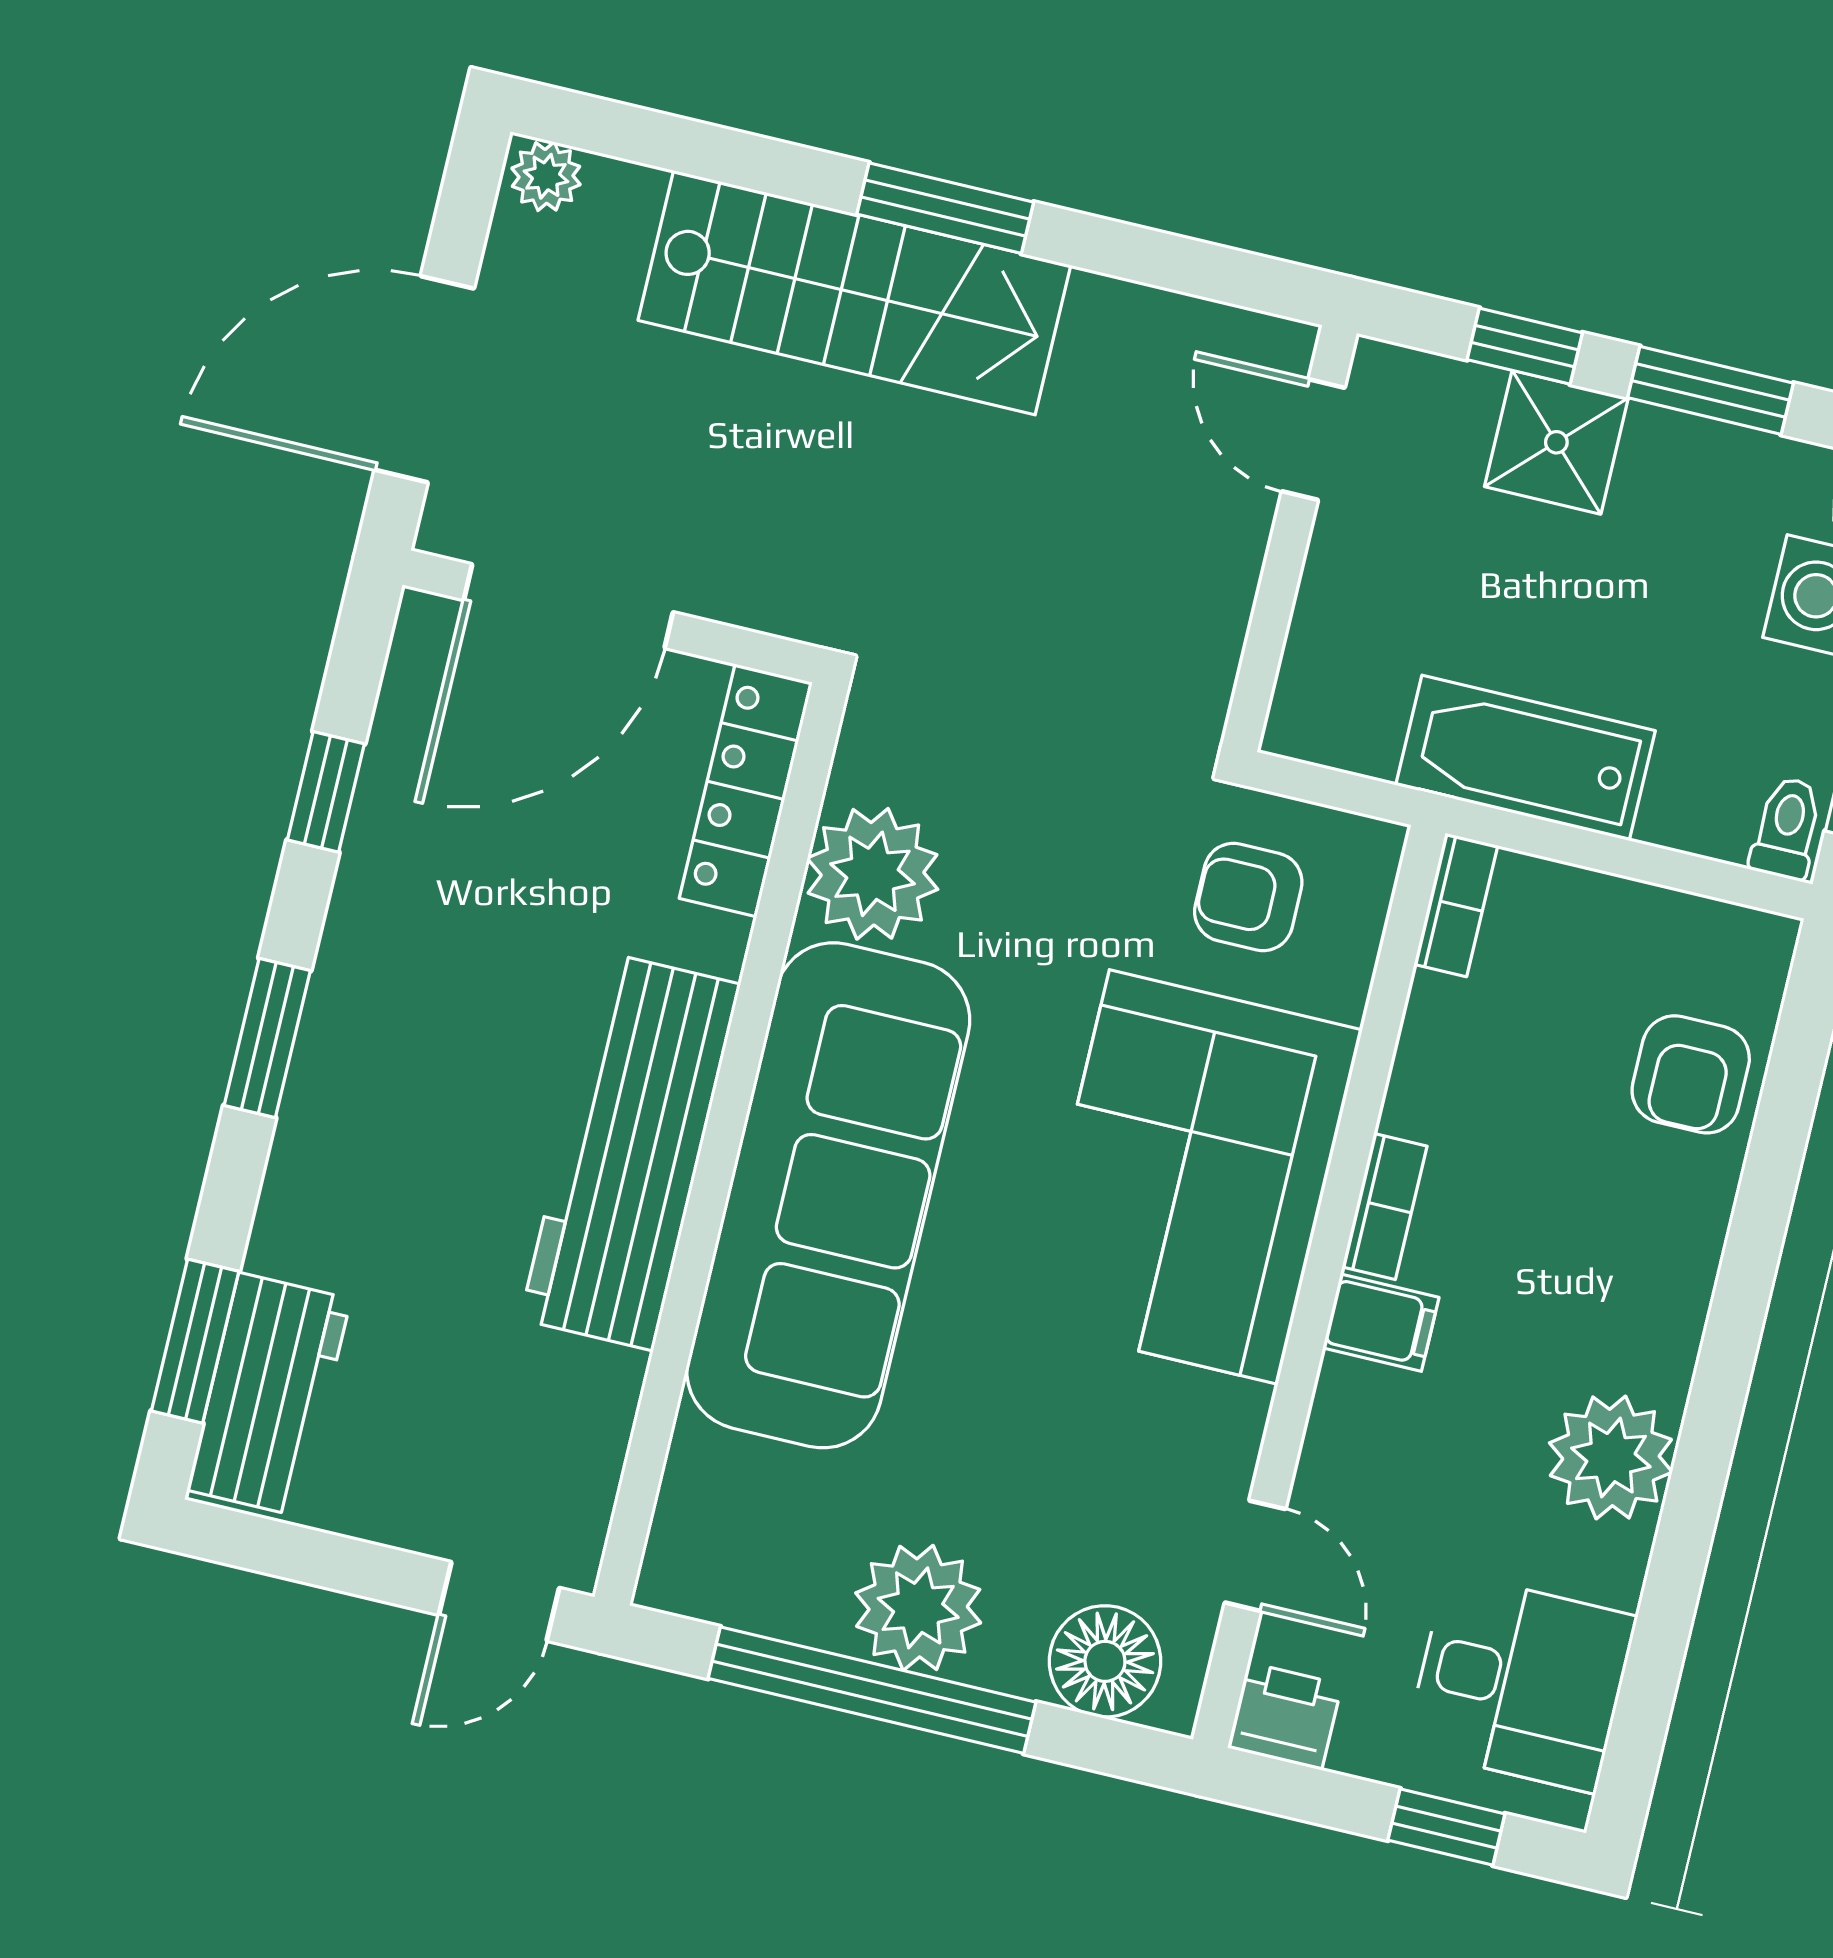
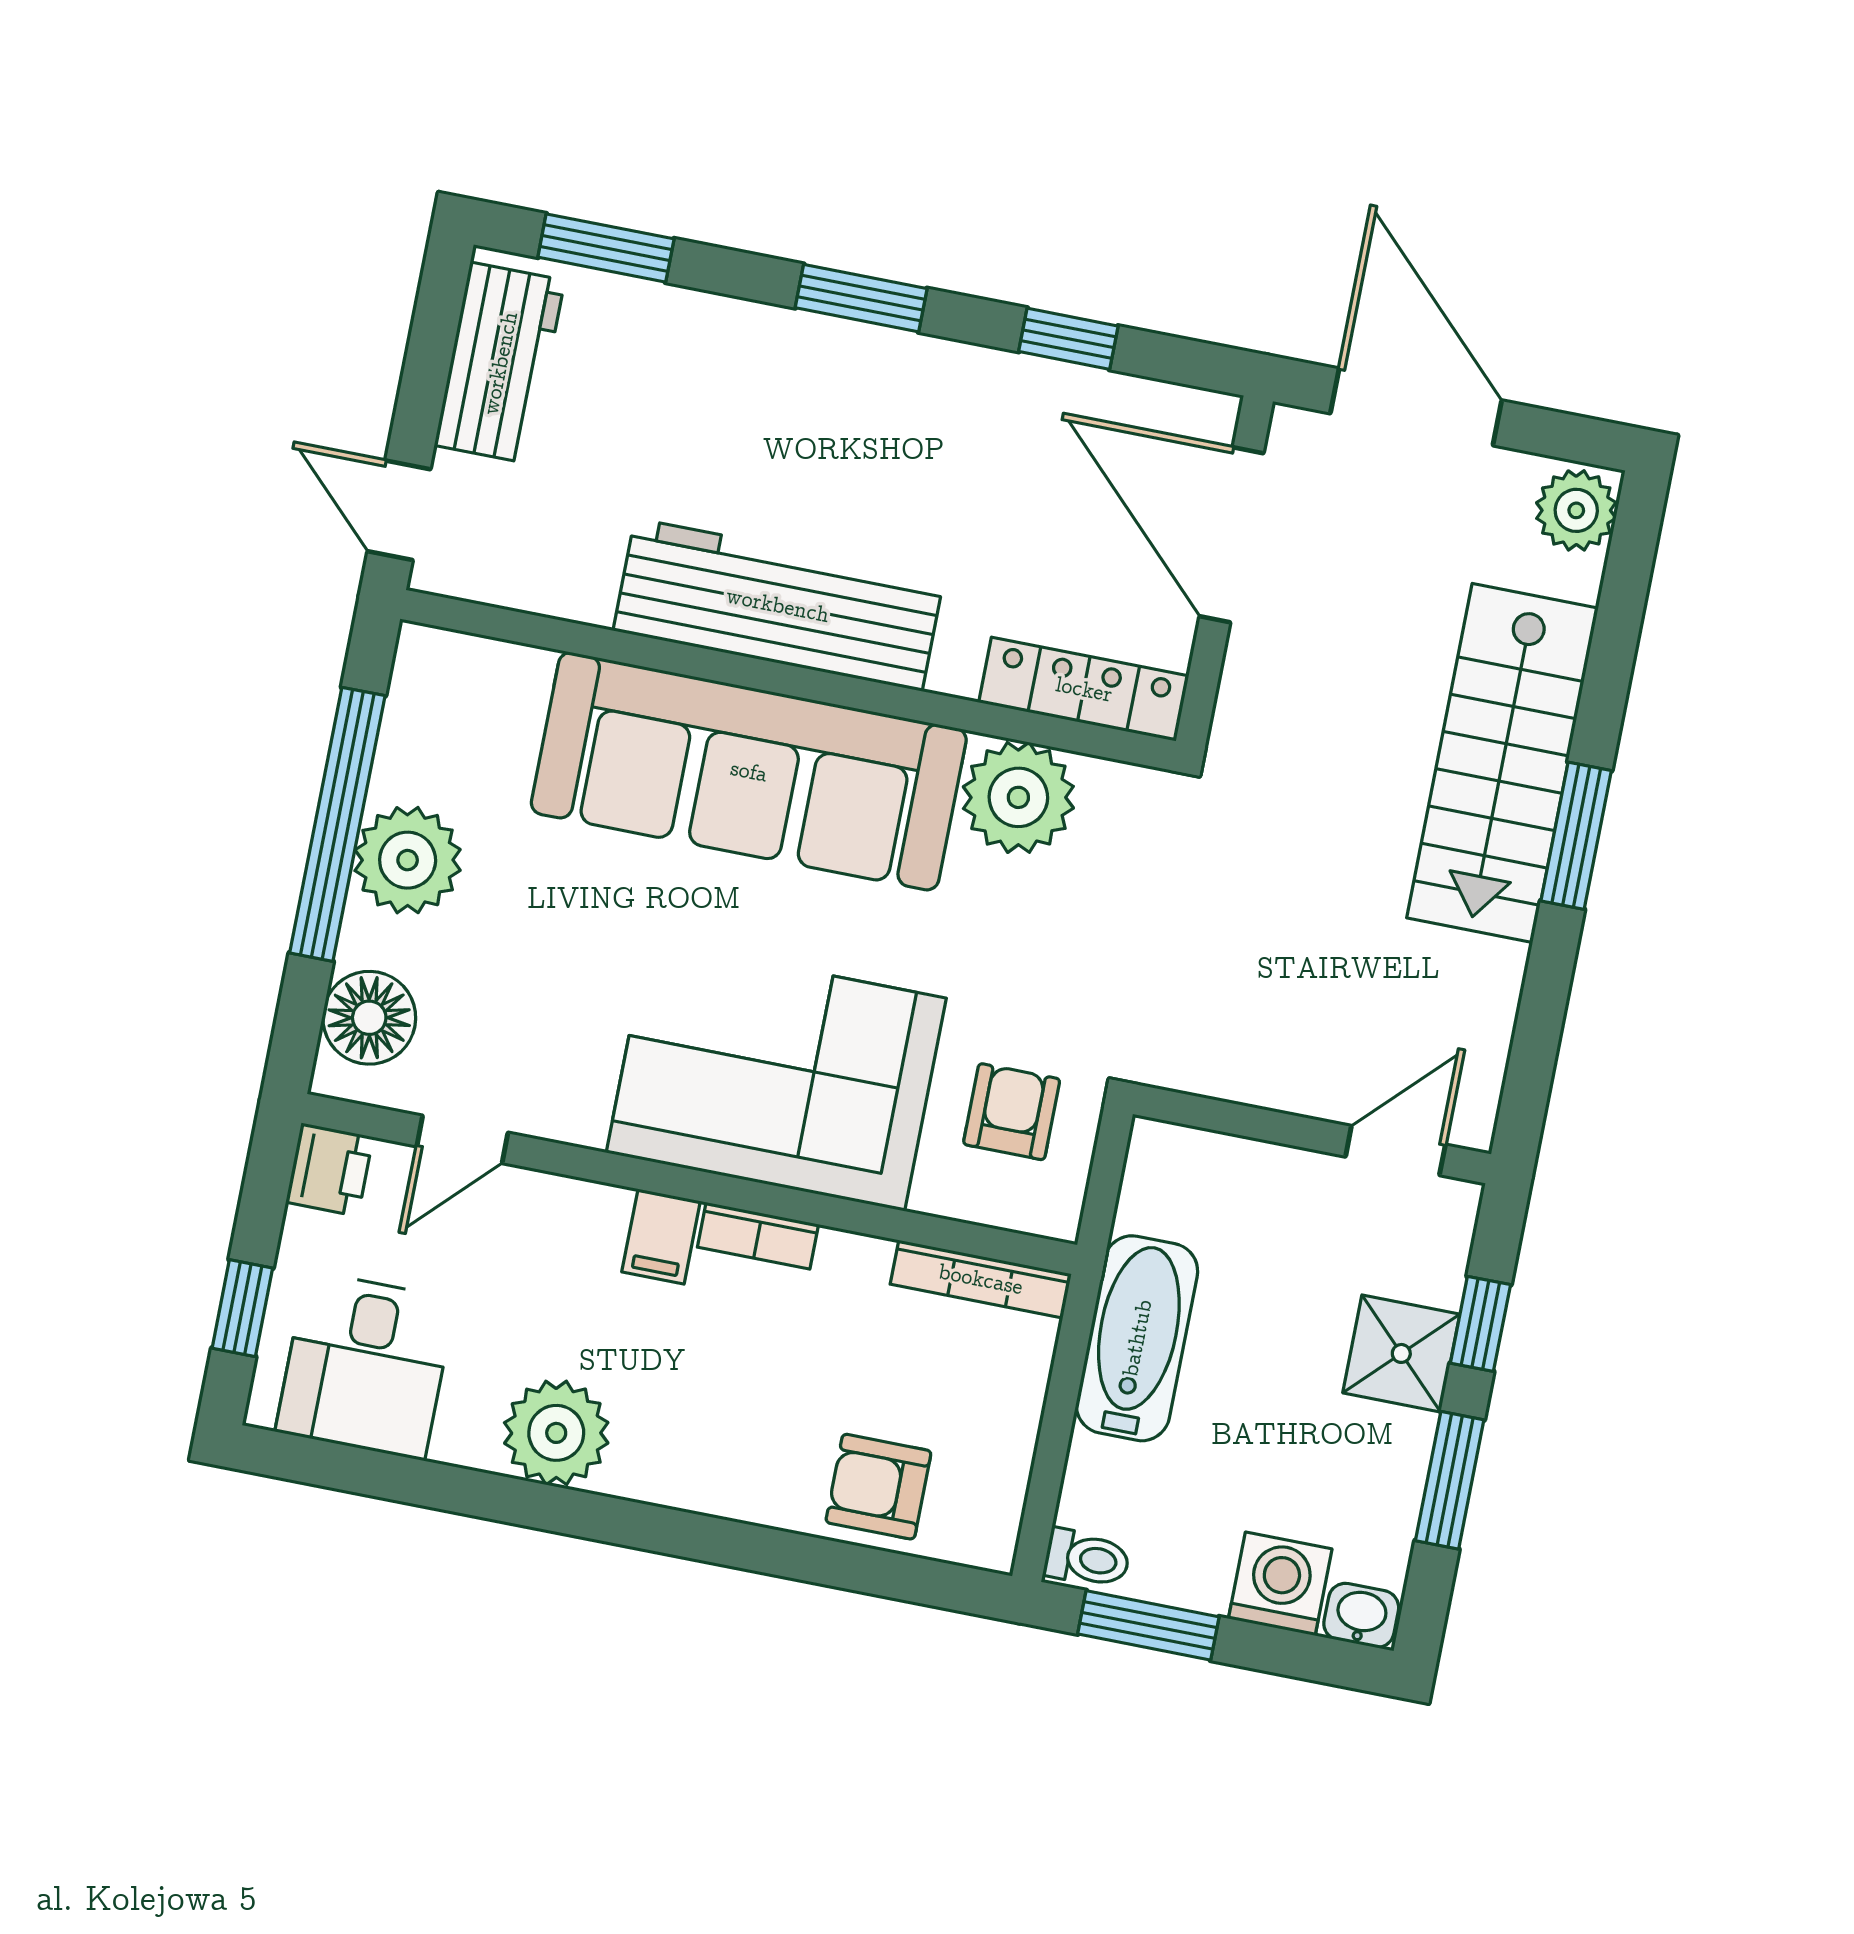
plant: (546, 176) -> (1576, 510), width x1.38, depth x1.38
bookcase: (1456, 905) -> (981, 1279), width x1.56
workbench: (269, 1394) -> (500, 363), moved, turned -90

